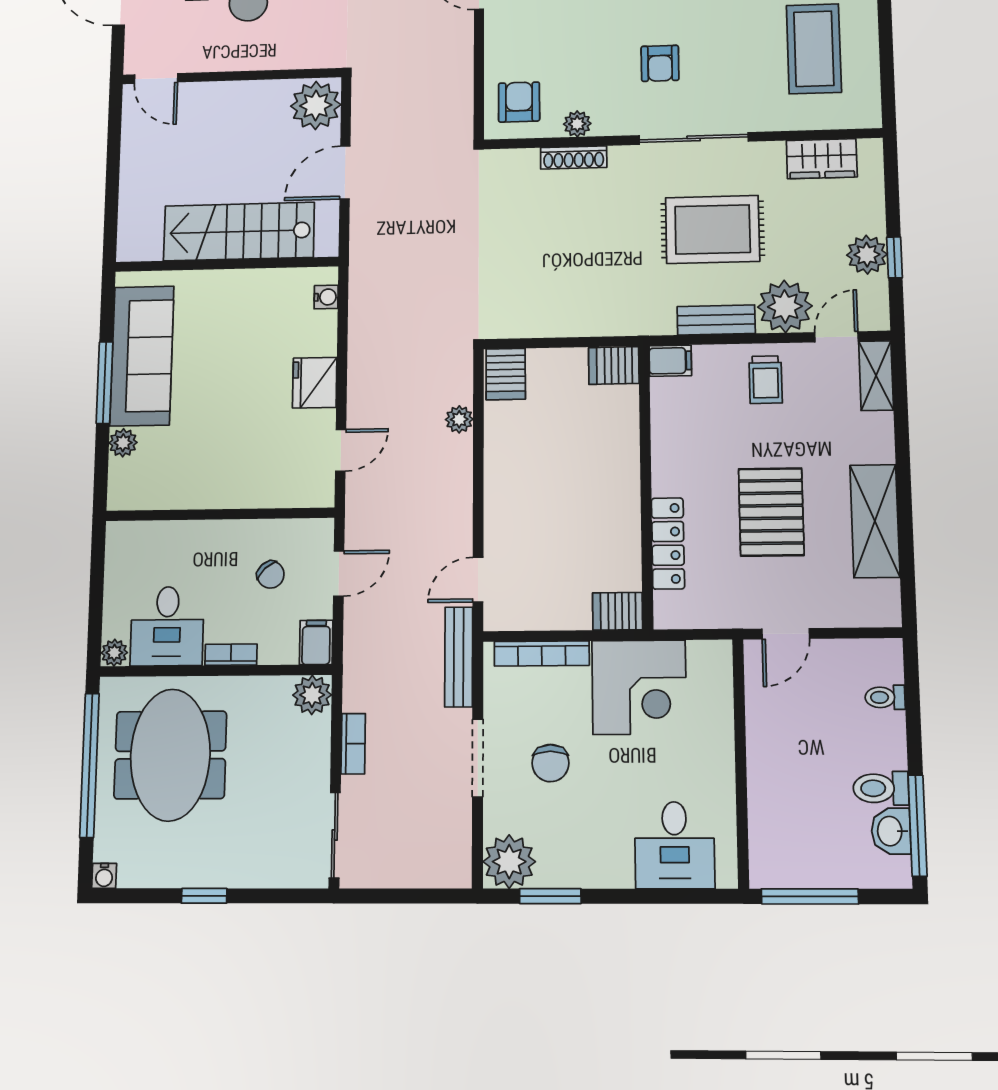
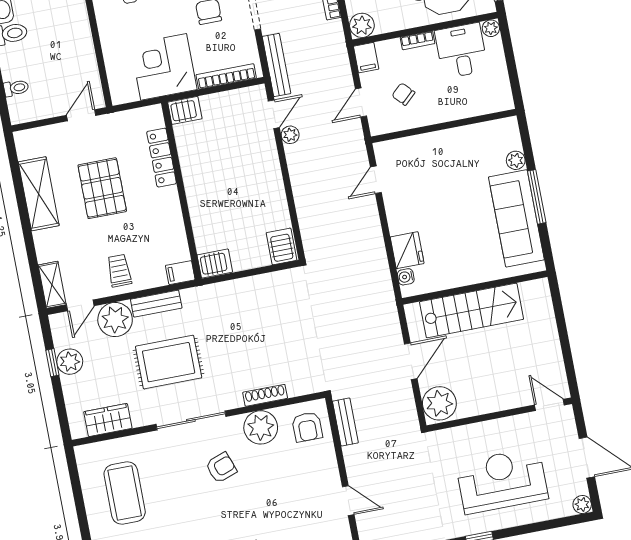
armchair: (660, 63) -> (221, 468), turned 70
bench: (460, 100) -> (345, 422), added
plant: (577, 124) -> (261, 427), width x1.87, depth x1.87
fridge: (315, 383) -> (407, 250), moved
plant: (459, 419) -> (290, 135), moved

